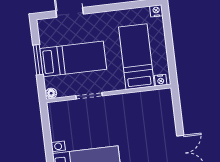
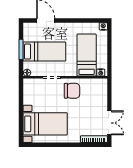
chair: (121, 112) -> (72, 91), added

